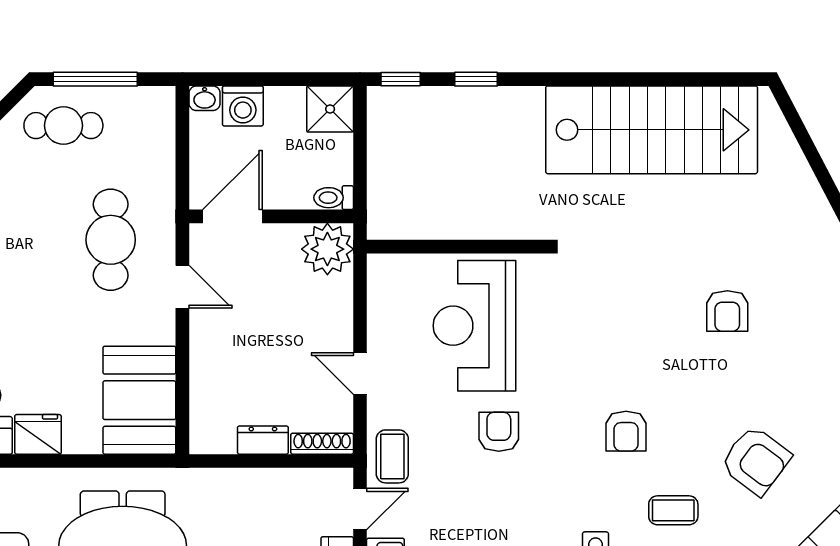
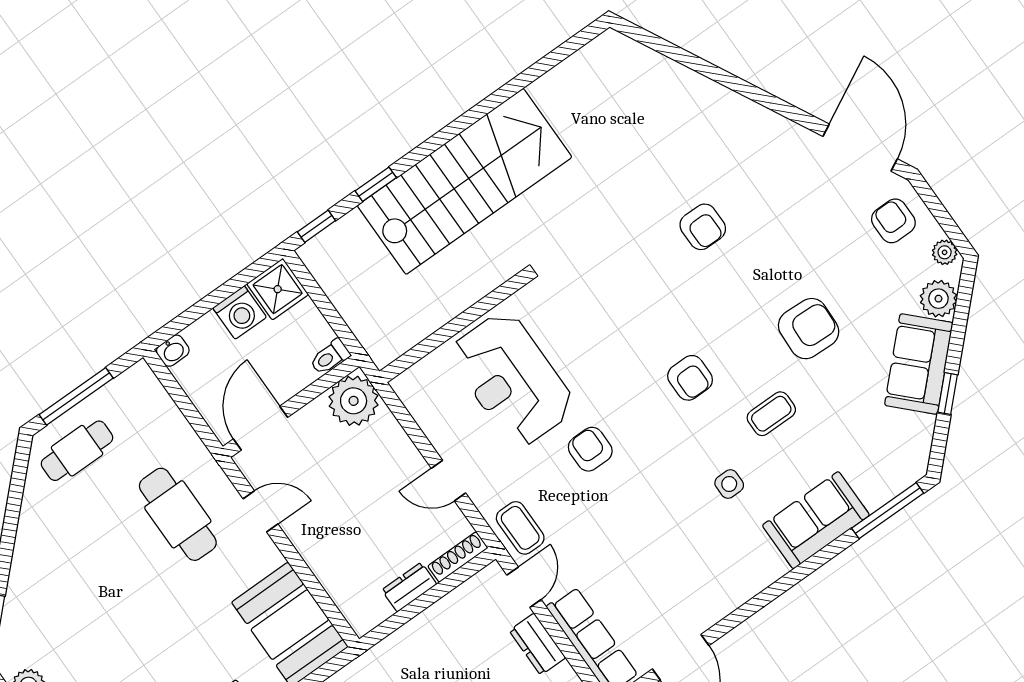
washing machine: (243, 106) -> (240, 312), moved
stairs: (652, 130) -> (465, 181), moved
armchair: (756, 461) -> (809, 329), turned -35

